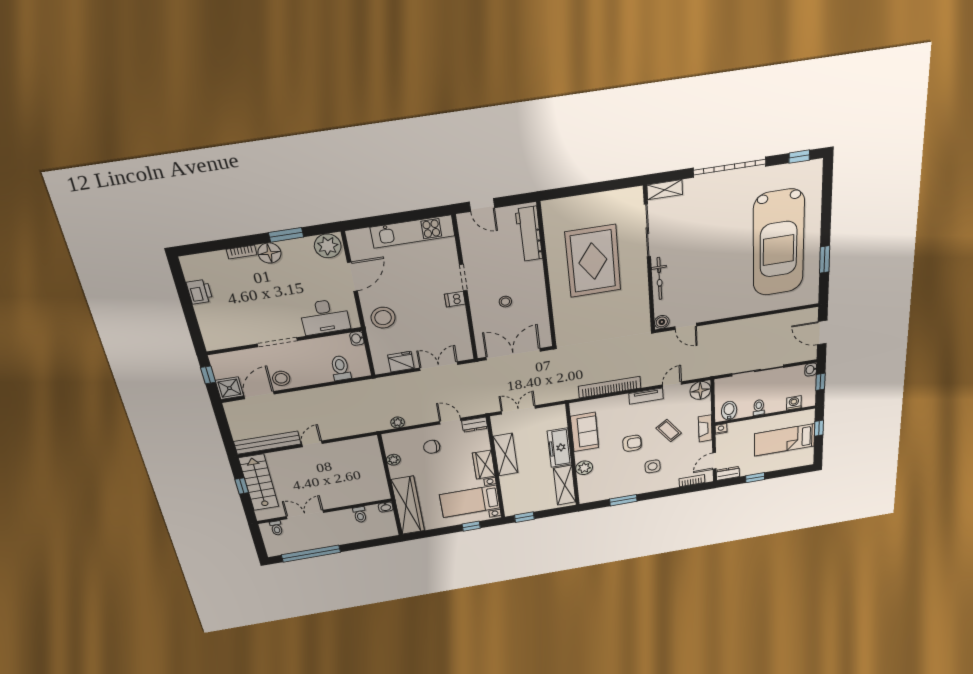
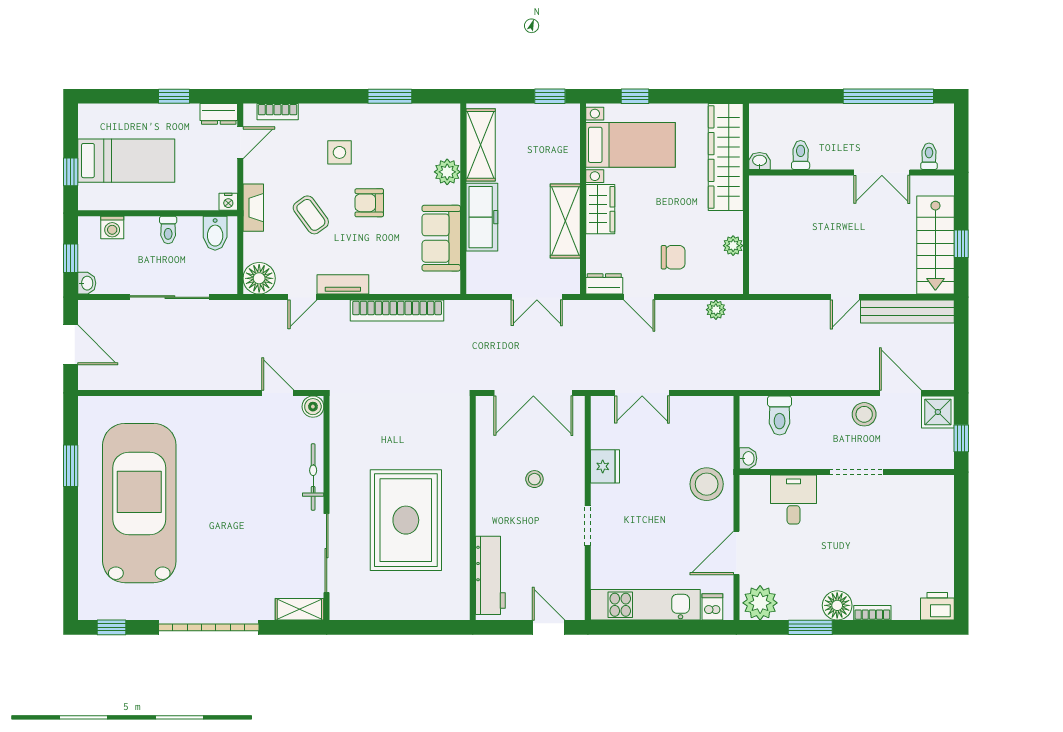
printer: (199, 292) -> (937, 606), moved, turned 90
dishwasher: (455, 299) -> (712, 607), moved, turned -90
desk: (325, 317) -> (793, 500), width x0.73
fridge: (401, 362) -> (605, 466), moved, turned -90
door: (259, 395) -> (900, 393), swing flipped

